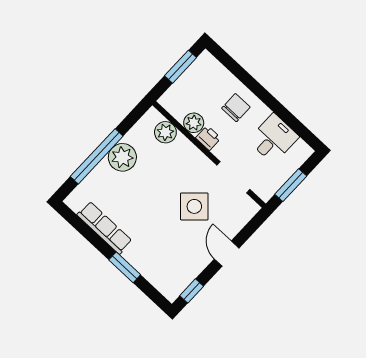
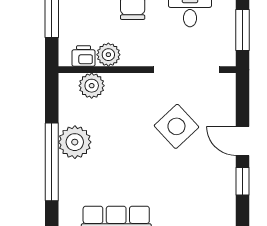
printer: (208, 138) -> (84, 56), moved
doorway: (233, 177) -> (187, 70), width x1.36
window: (192, 291) -> (242, 181), moved

